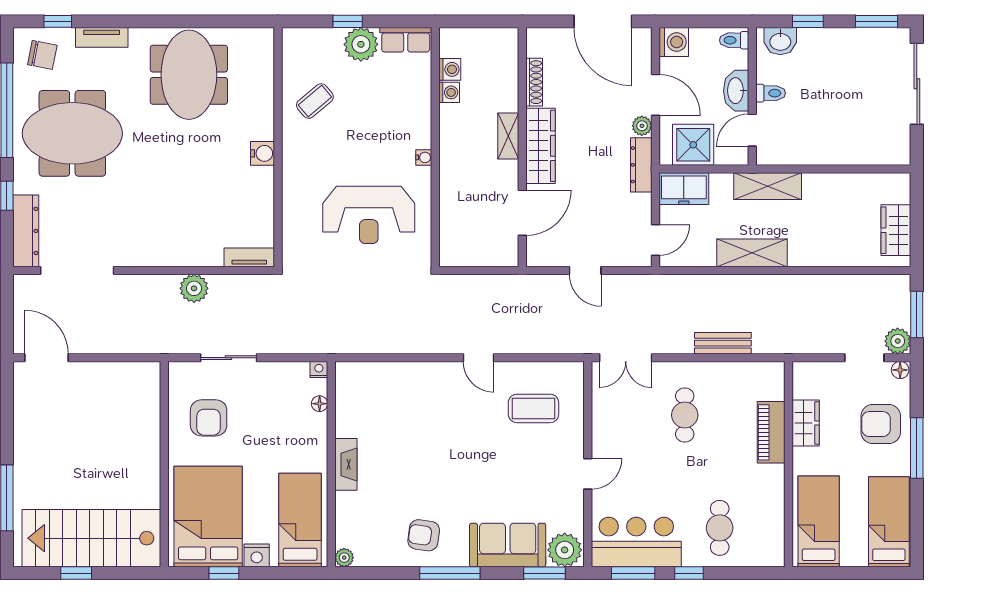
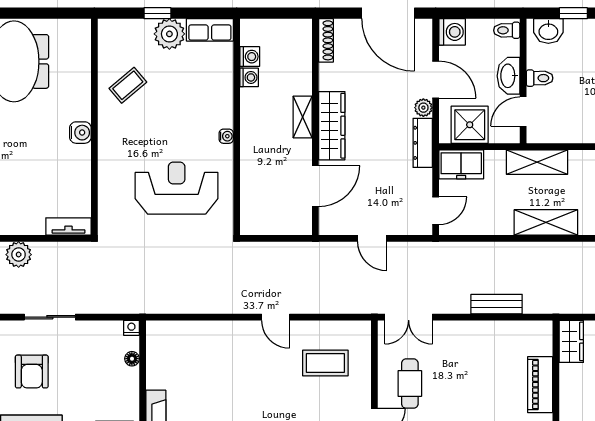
shoe rack: (534, 82) -> (326, 40), moved
reception desk: (369, 215) -> (177, 188), turned 180
shelving: (752, 253) -> (546, 222), moved
cafe table: (685, 415) -> (410, 384), moved
wardrobe: (806, 423) -> (571, 341), moved

